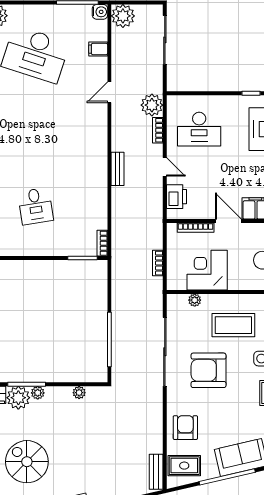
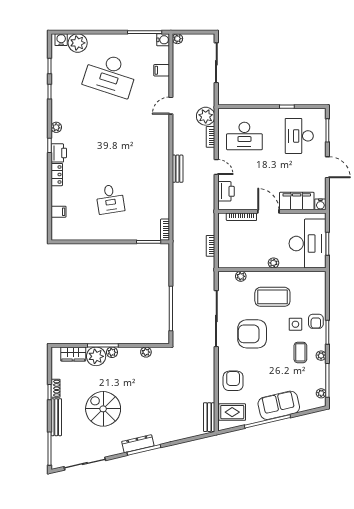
plant: (123, 16) -> (177, 39), width x0.53, depth x0.53
corner desk: (207, 270) -> (251, 252), removed
plant: (235, 284) -> (274, 263), added

